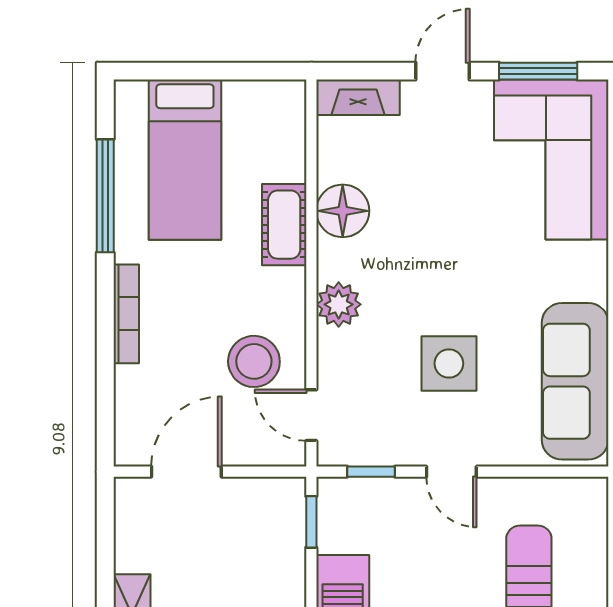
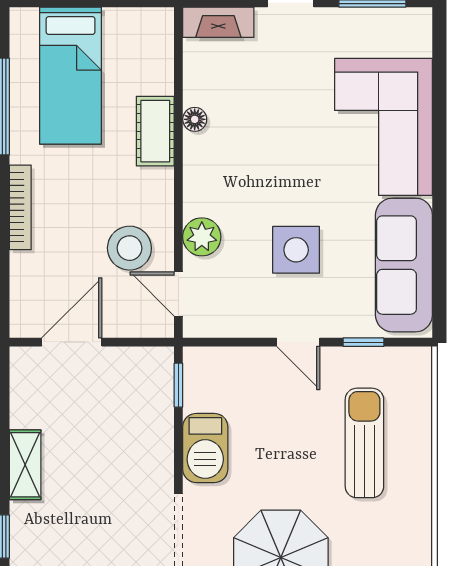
corner sofa: (551, 159) -> (384, 127), moved
floor lamp: (343, 211) -> (195, 119), width x0.53, depth x0.53
plant: (339, 304) -> (202, 237), moved
window: (371, 472) -> (363, 342), moved

